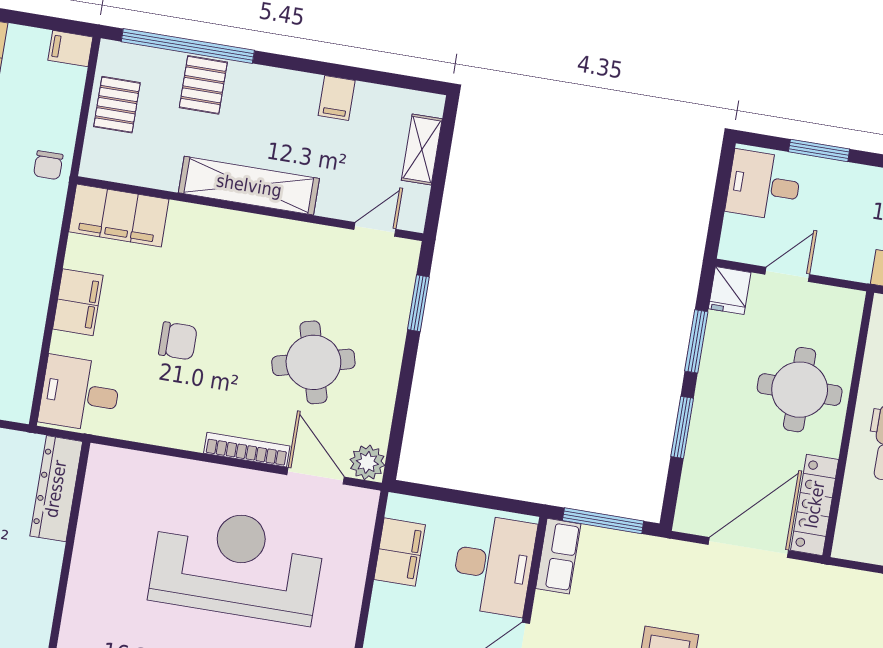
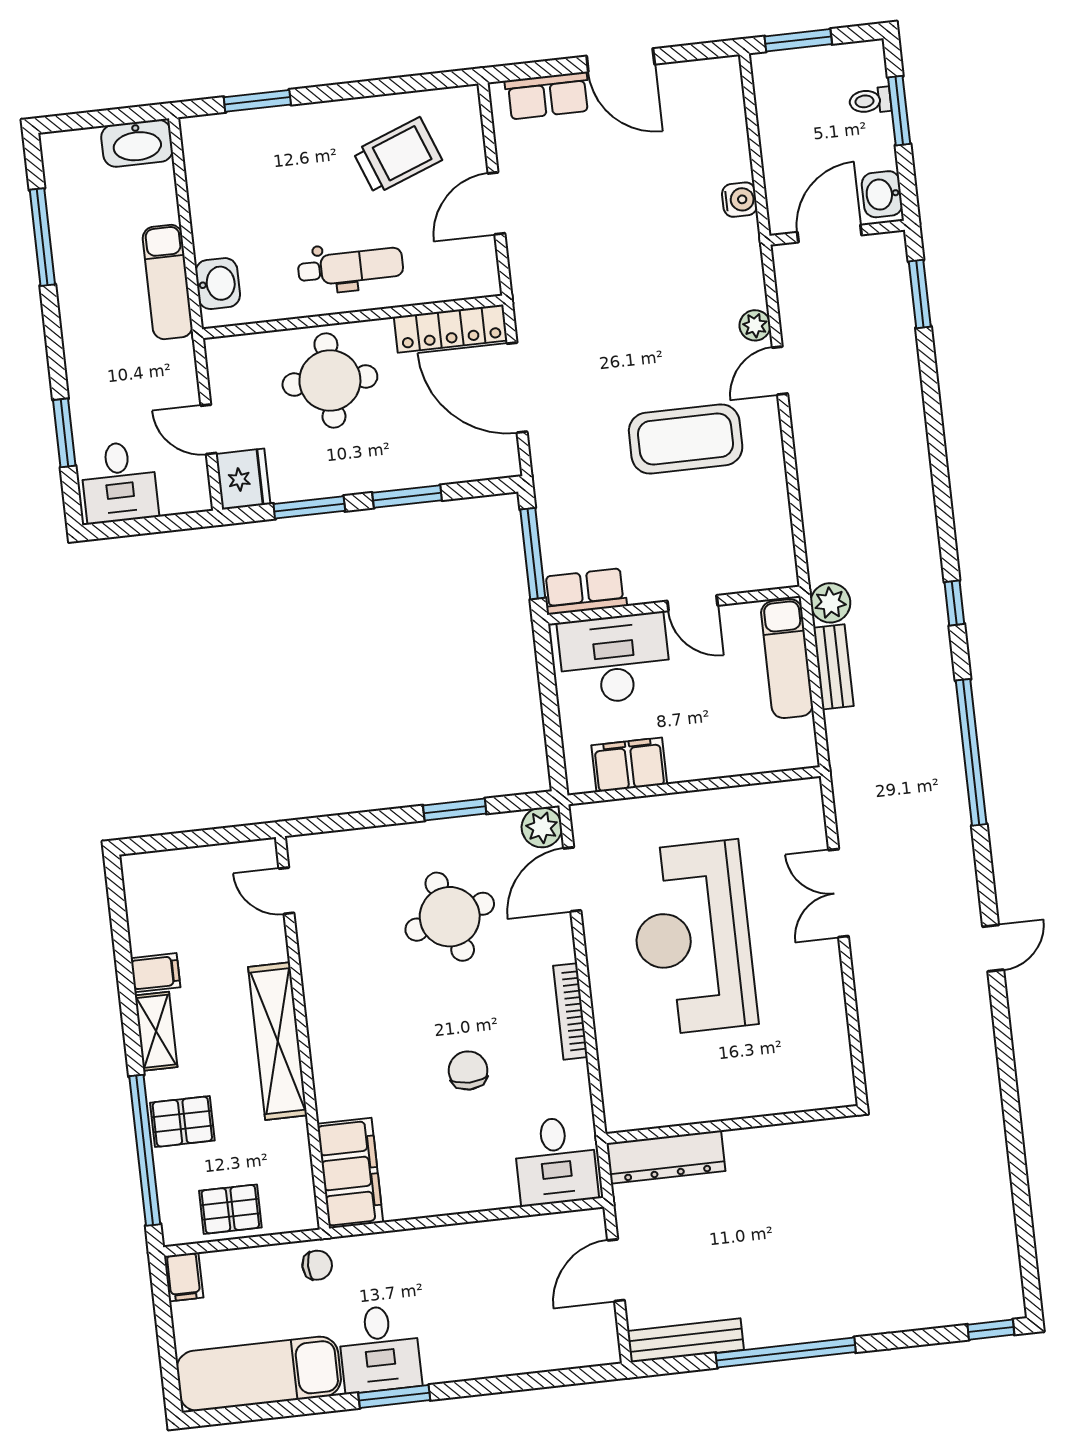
shelving: (422, 149) -> (156, 1031), moved, turned 90
fridge: (730, 291) -> (243, 479), width x1.38
filing cabinet: (78, 302) -> (457, 1191), removed
window: (418, 303) -> (455, 810), moved
bookcase: (247, 450) -> (570, 1011), moved

